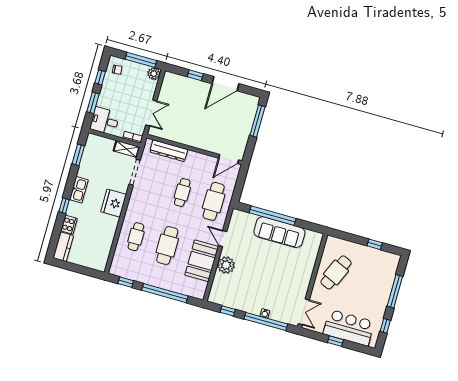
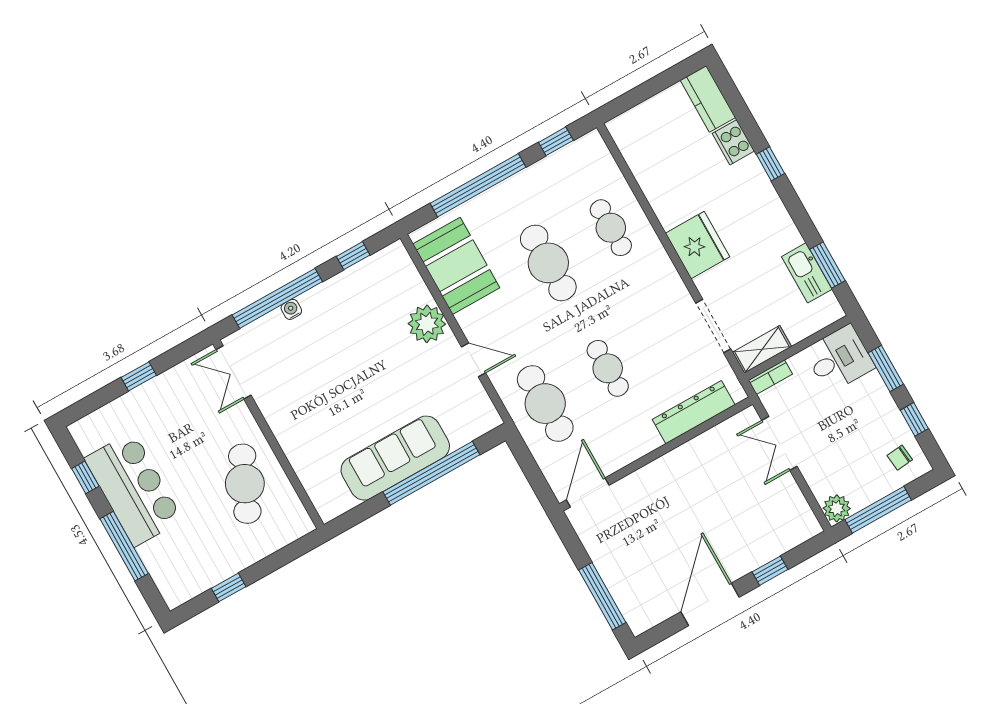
kitchen sink: (79, 190) -> (807, 273), moved
booth: (202, 261) -> (456, 266), moved
bar counter: (349, 328) -> (134, 489), moved, turned -90

